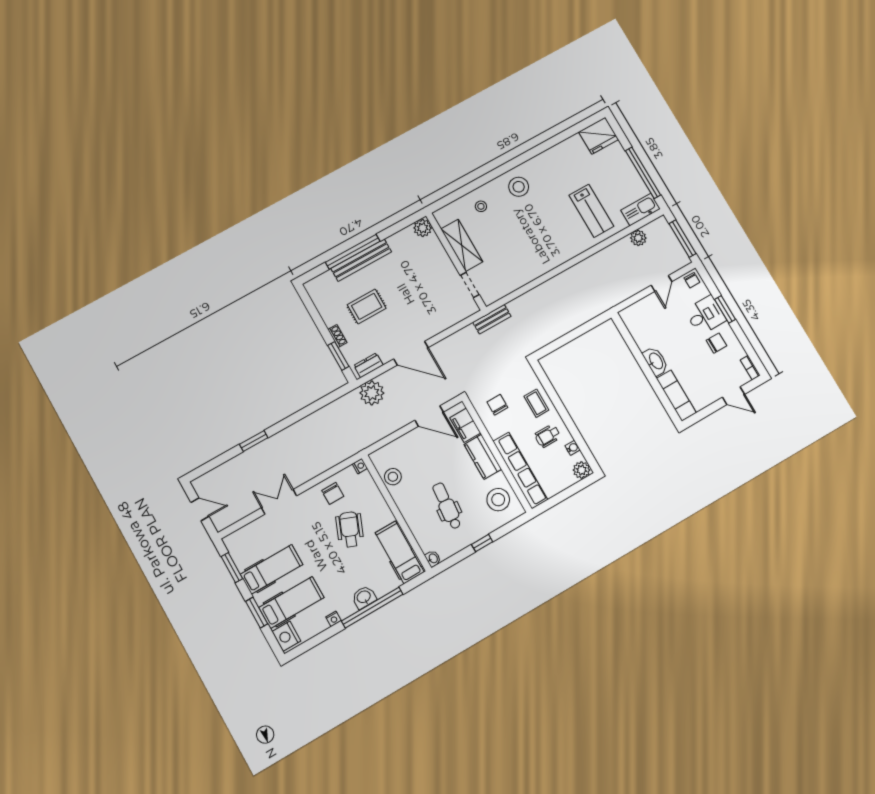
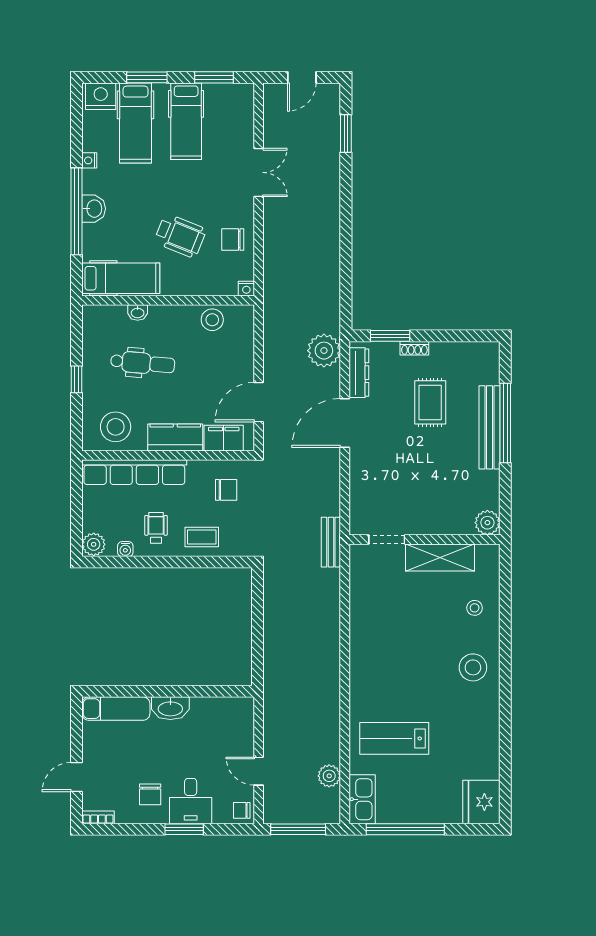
dresser: (368, 365) -> (359, 373), width x1.44
window: (254, 441) -> (346, 133), moved
washbasin: (433, 559) -> (138, 313), moved

